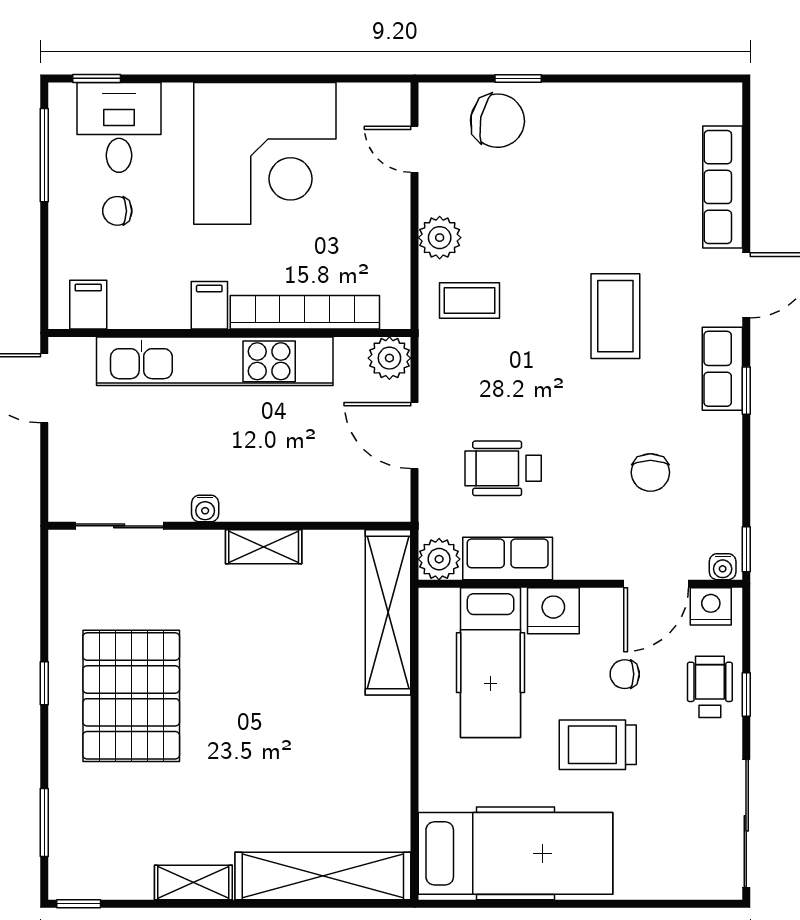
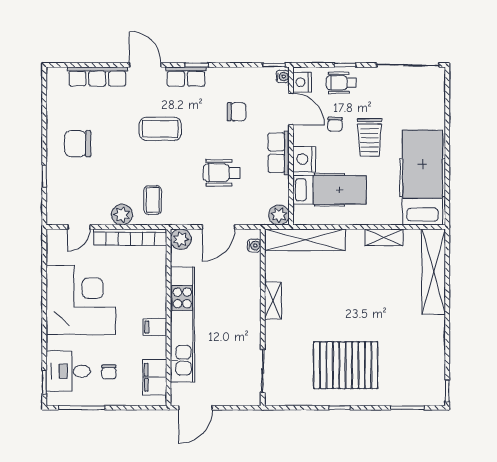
chair: (497, 121) -> (78, 144), moved, turned -102
filing cabinet: (88, 305) -> (155, 377), width x2.00
bookcase: (305, 312) -> (130, 237), moved, turned -90
wheelchair: (503, 468) -> (222, 173), moved, turned 90
water cooler: (205, 509) -> (254, 245), moved
row of seats: (508, 558) -> (279, 153), moved
shelving: (193, 883) -> (384, 237), moved, turned 90

